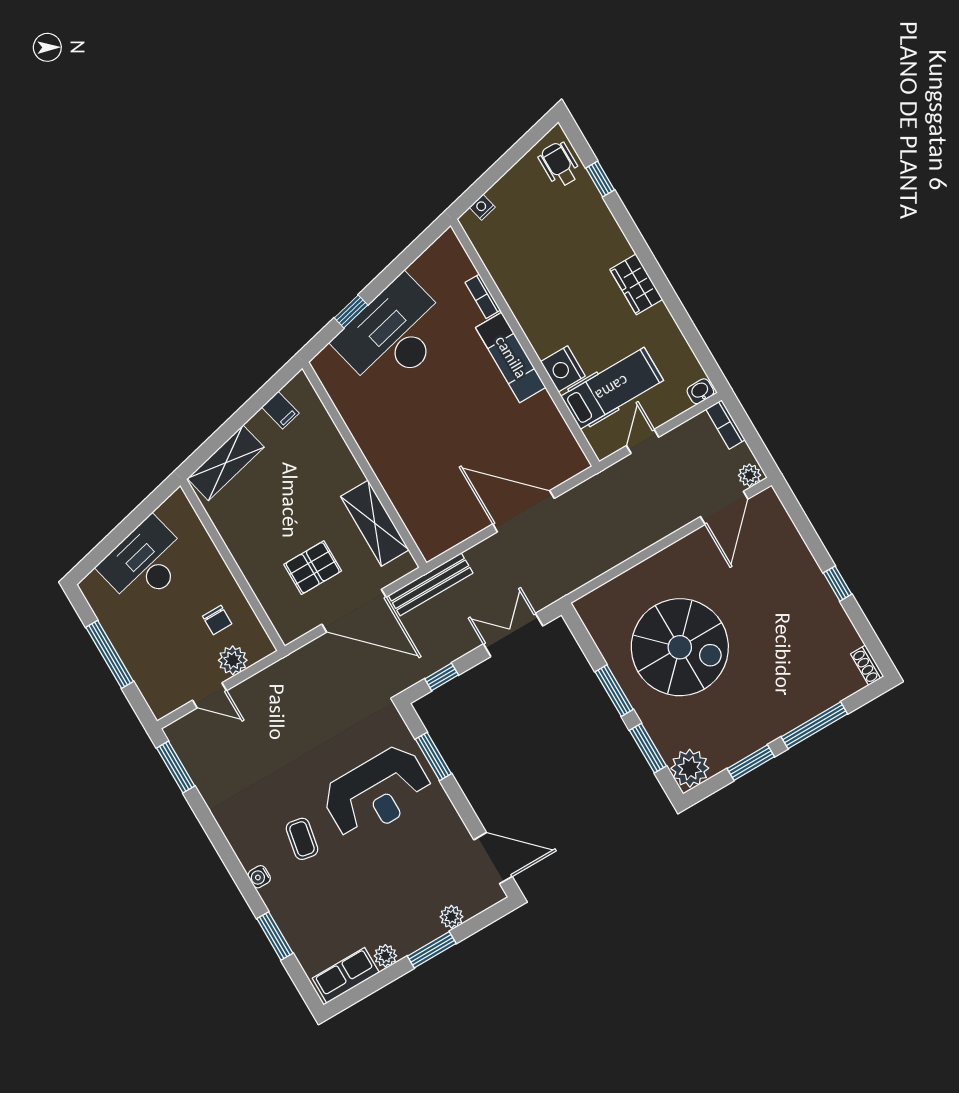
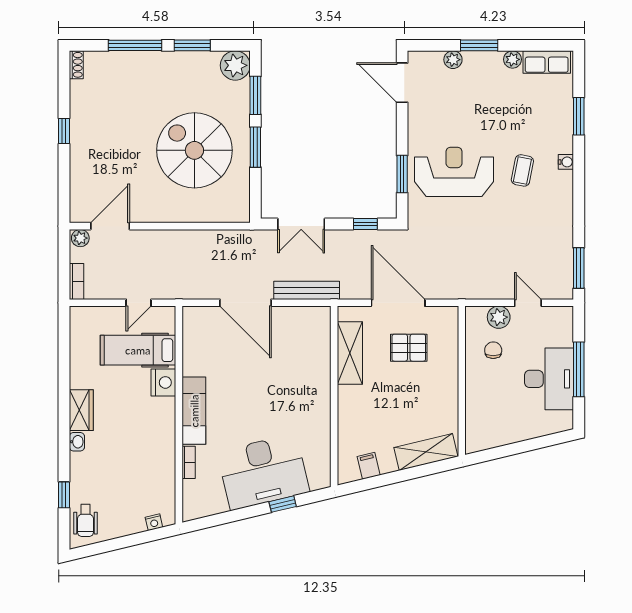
washbasin: (700, 391) -> (77, 442), moved, turned -90
desk: (145, 563) -> (549, 379), moved, turned -77
bench: (431, 584) -> (307, 290), moved

